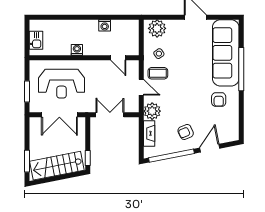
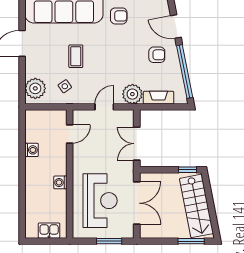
coffee table: (158, 73) -> (76, 56), moved
armchair: (186, 132) -> (157, 55), turned -66

